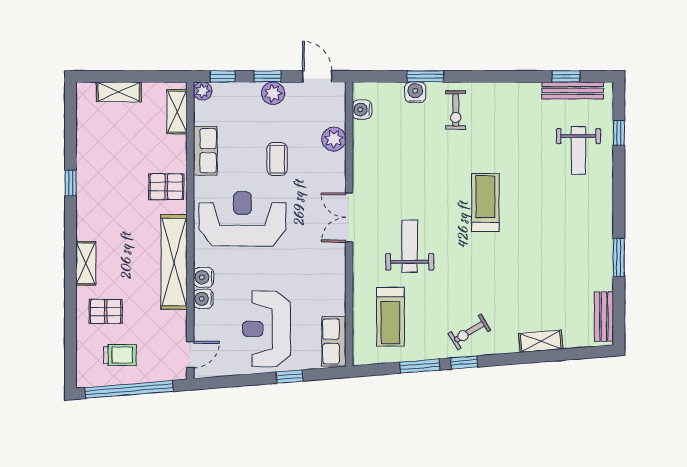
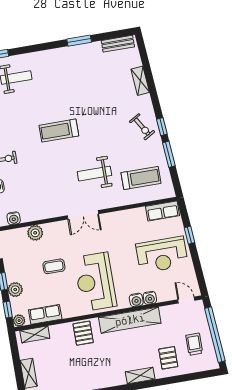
plant: (273, 93) -> (15, 290), moved
row of seats: (205, 151) -> (45, 314), moved

